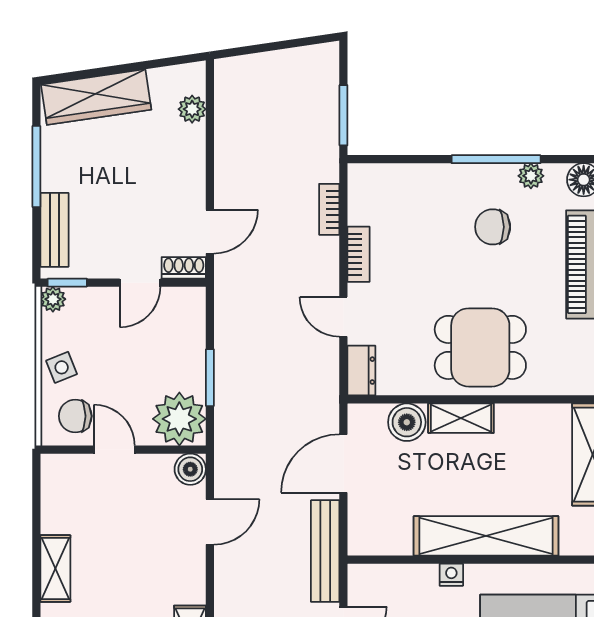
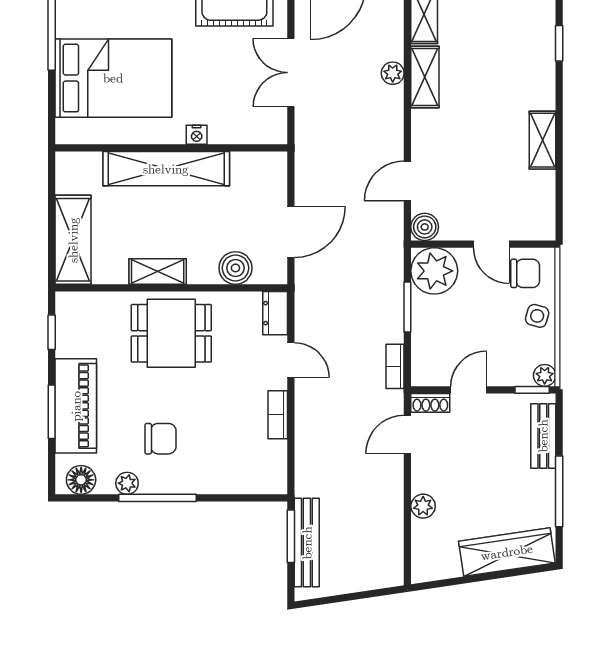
plant: (192, 109) -> (423, 506), moved
bookcase: (329, 209) -> (395, 366), moved, turned 180
side table: (62, 367) -> (537, 316), turned 37
shelving: (461, 418) -> (158, 272), moved
bench: (325, 551) -> (307, 543), moved

